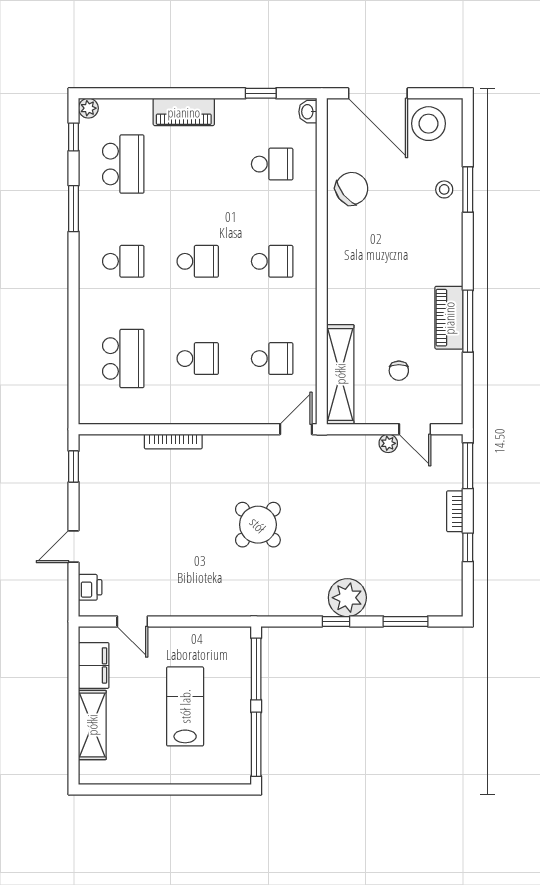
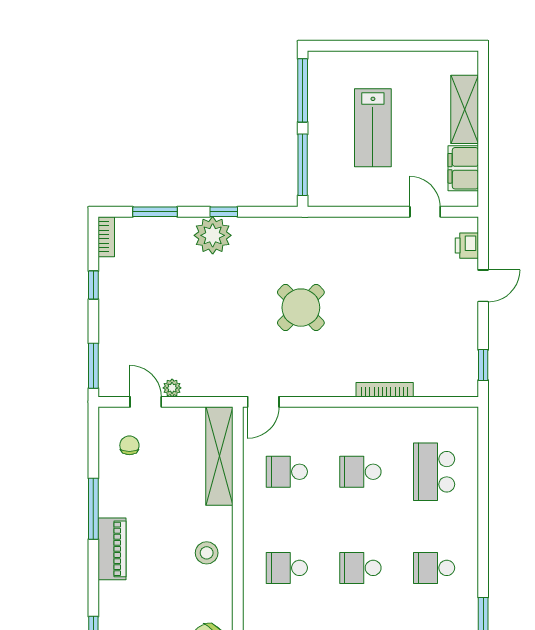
stool: (353, 276) -> (207, 553), added
piano: (449, 318) -> (112, 549), moved
chair: (399, 371) -> (129, 445), moved
bookcase: (455, 511) -> (106, 237), moved

